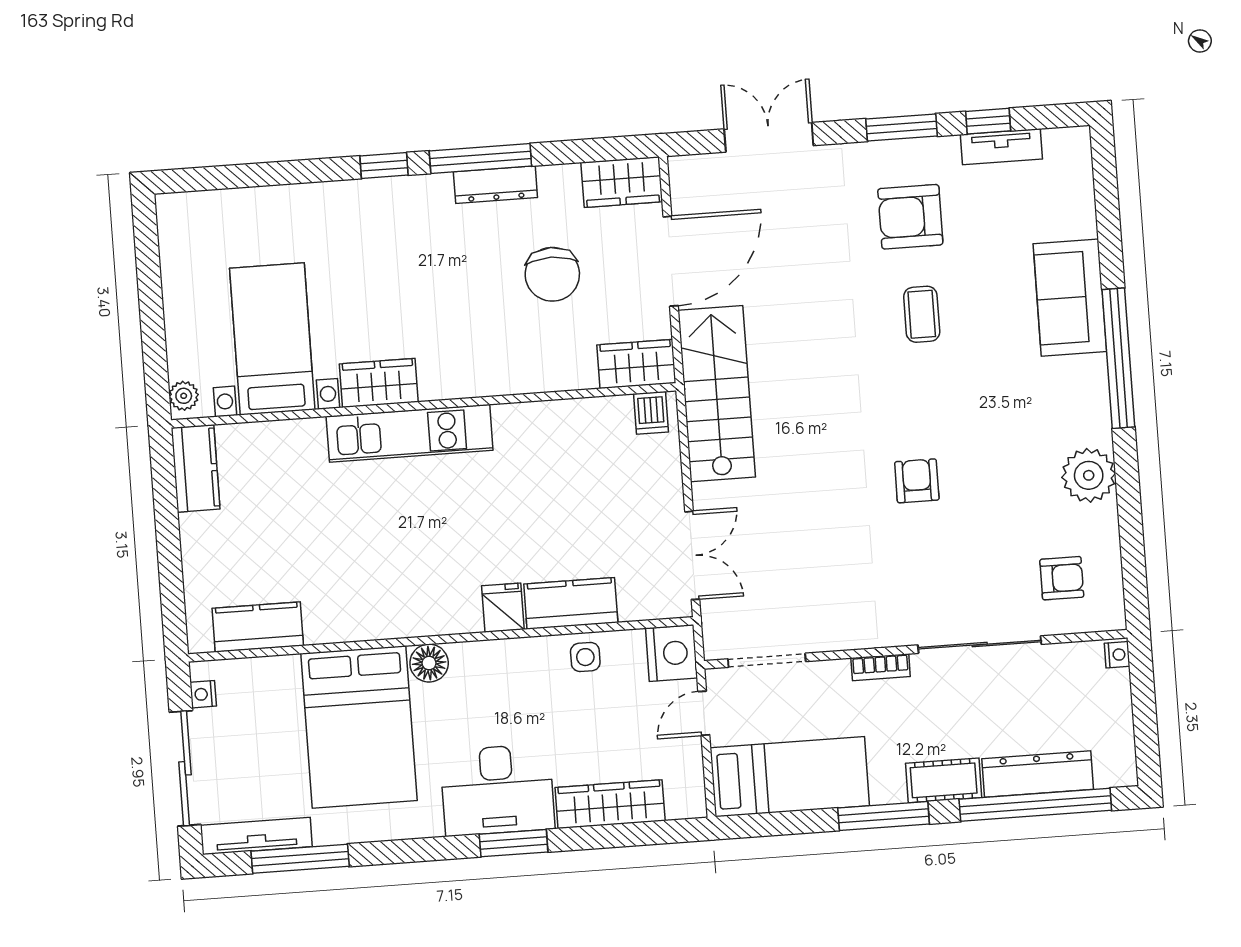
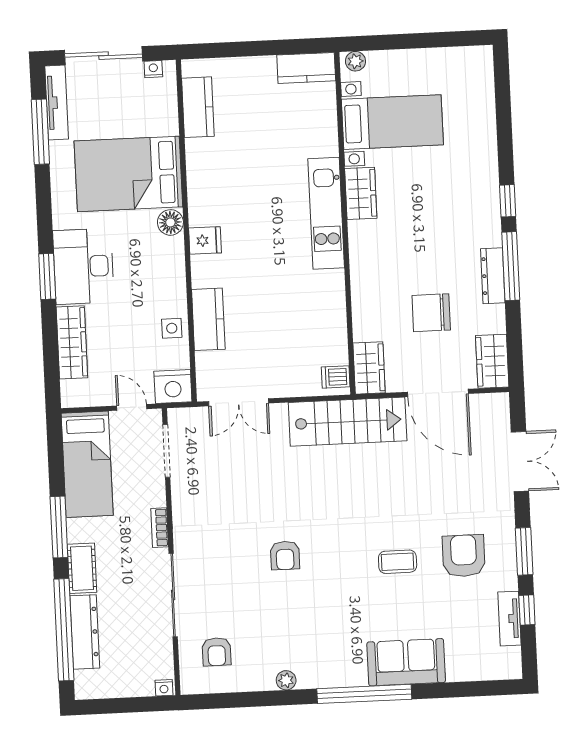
plant: (1089, 475) -> (286, 680), width x0.53, depth x0.53
armchair: (917, 481) -> (285, 555), turned 90
fridge: (503, 608) -> (205, 241), moved

